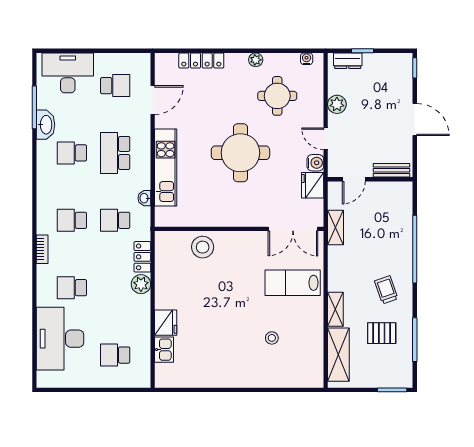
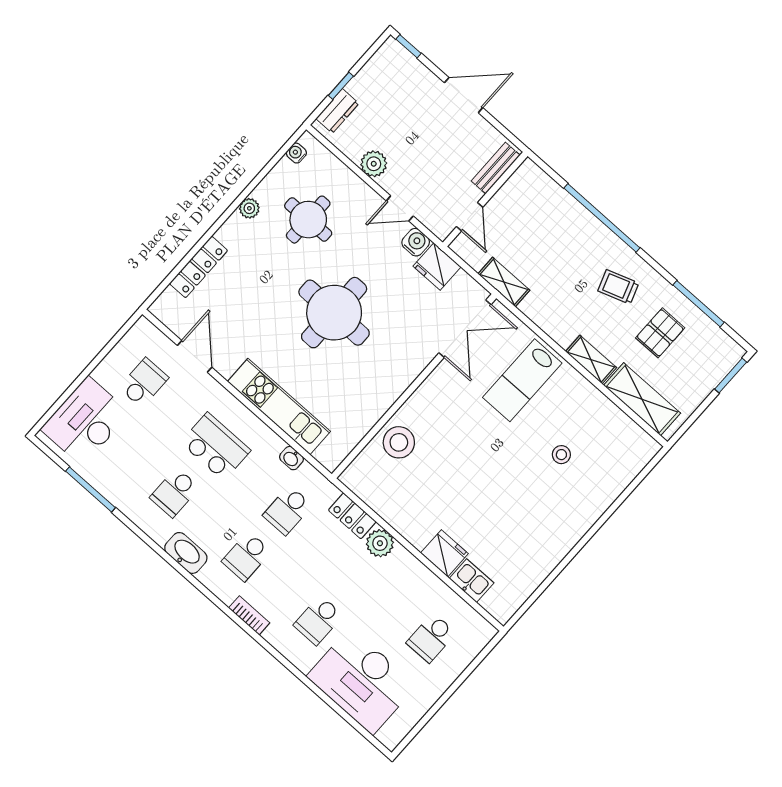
washbasin: (46, 125) -> (186, 553), moved
school desk: (115, 153) -> (216, 446), turned 180

